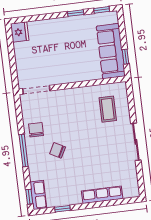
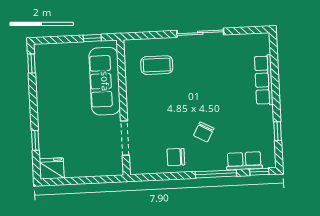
window: (76, 13) -> (35, 140), moved
sofa: (111, 51) -> (105, 81), moved, turned 90
doorway: (36, 90) -> (125, 138), moved
window: (24, 151) -> (216, 174), moved
row of seats: (38, 195) -> (244, 161), moved

